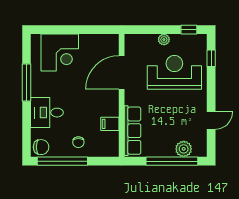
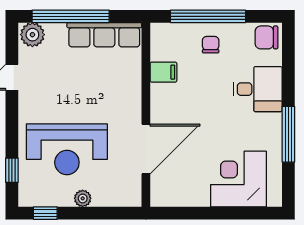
row of seats: (133, 131) -> (104, 35), moved, turned -90
plant: (184, 149) -> (32, 35), moved
window: (62, 161) -> (208, 16), moved

